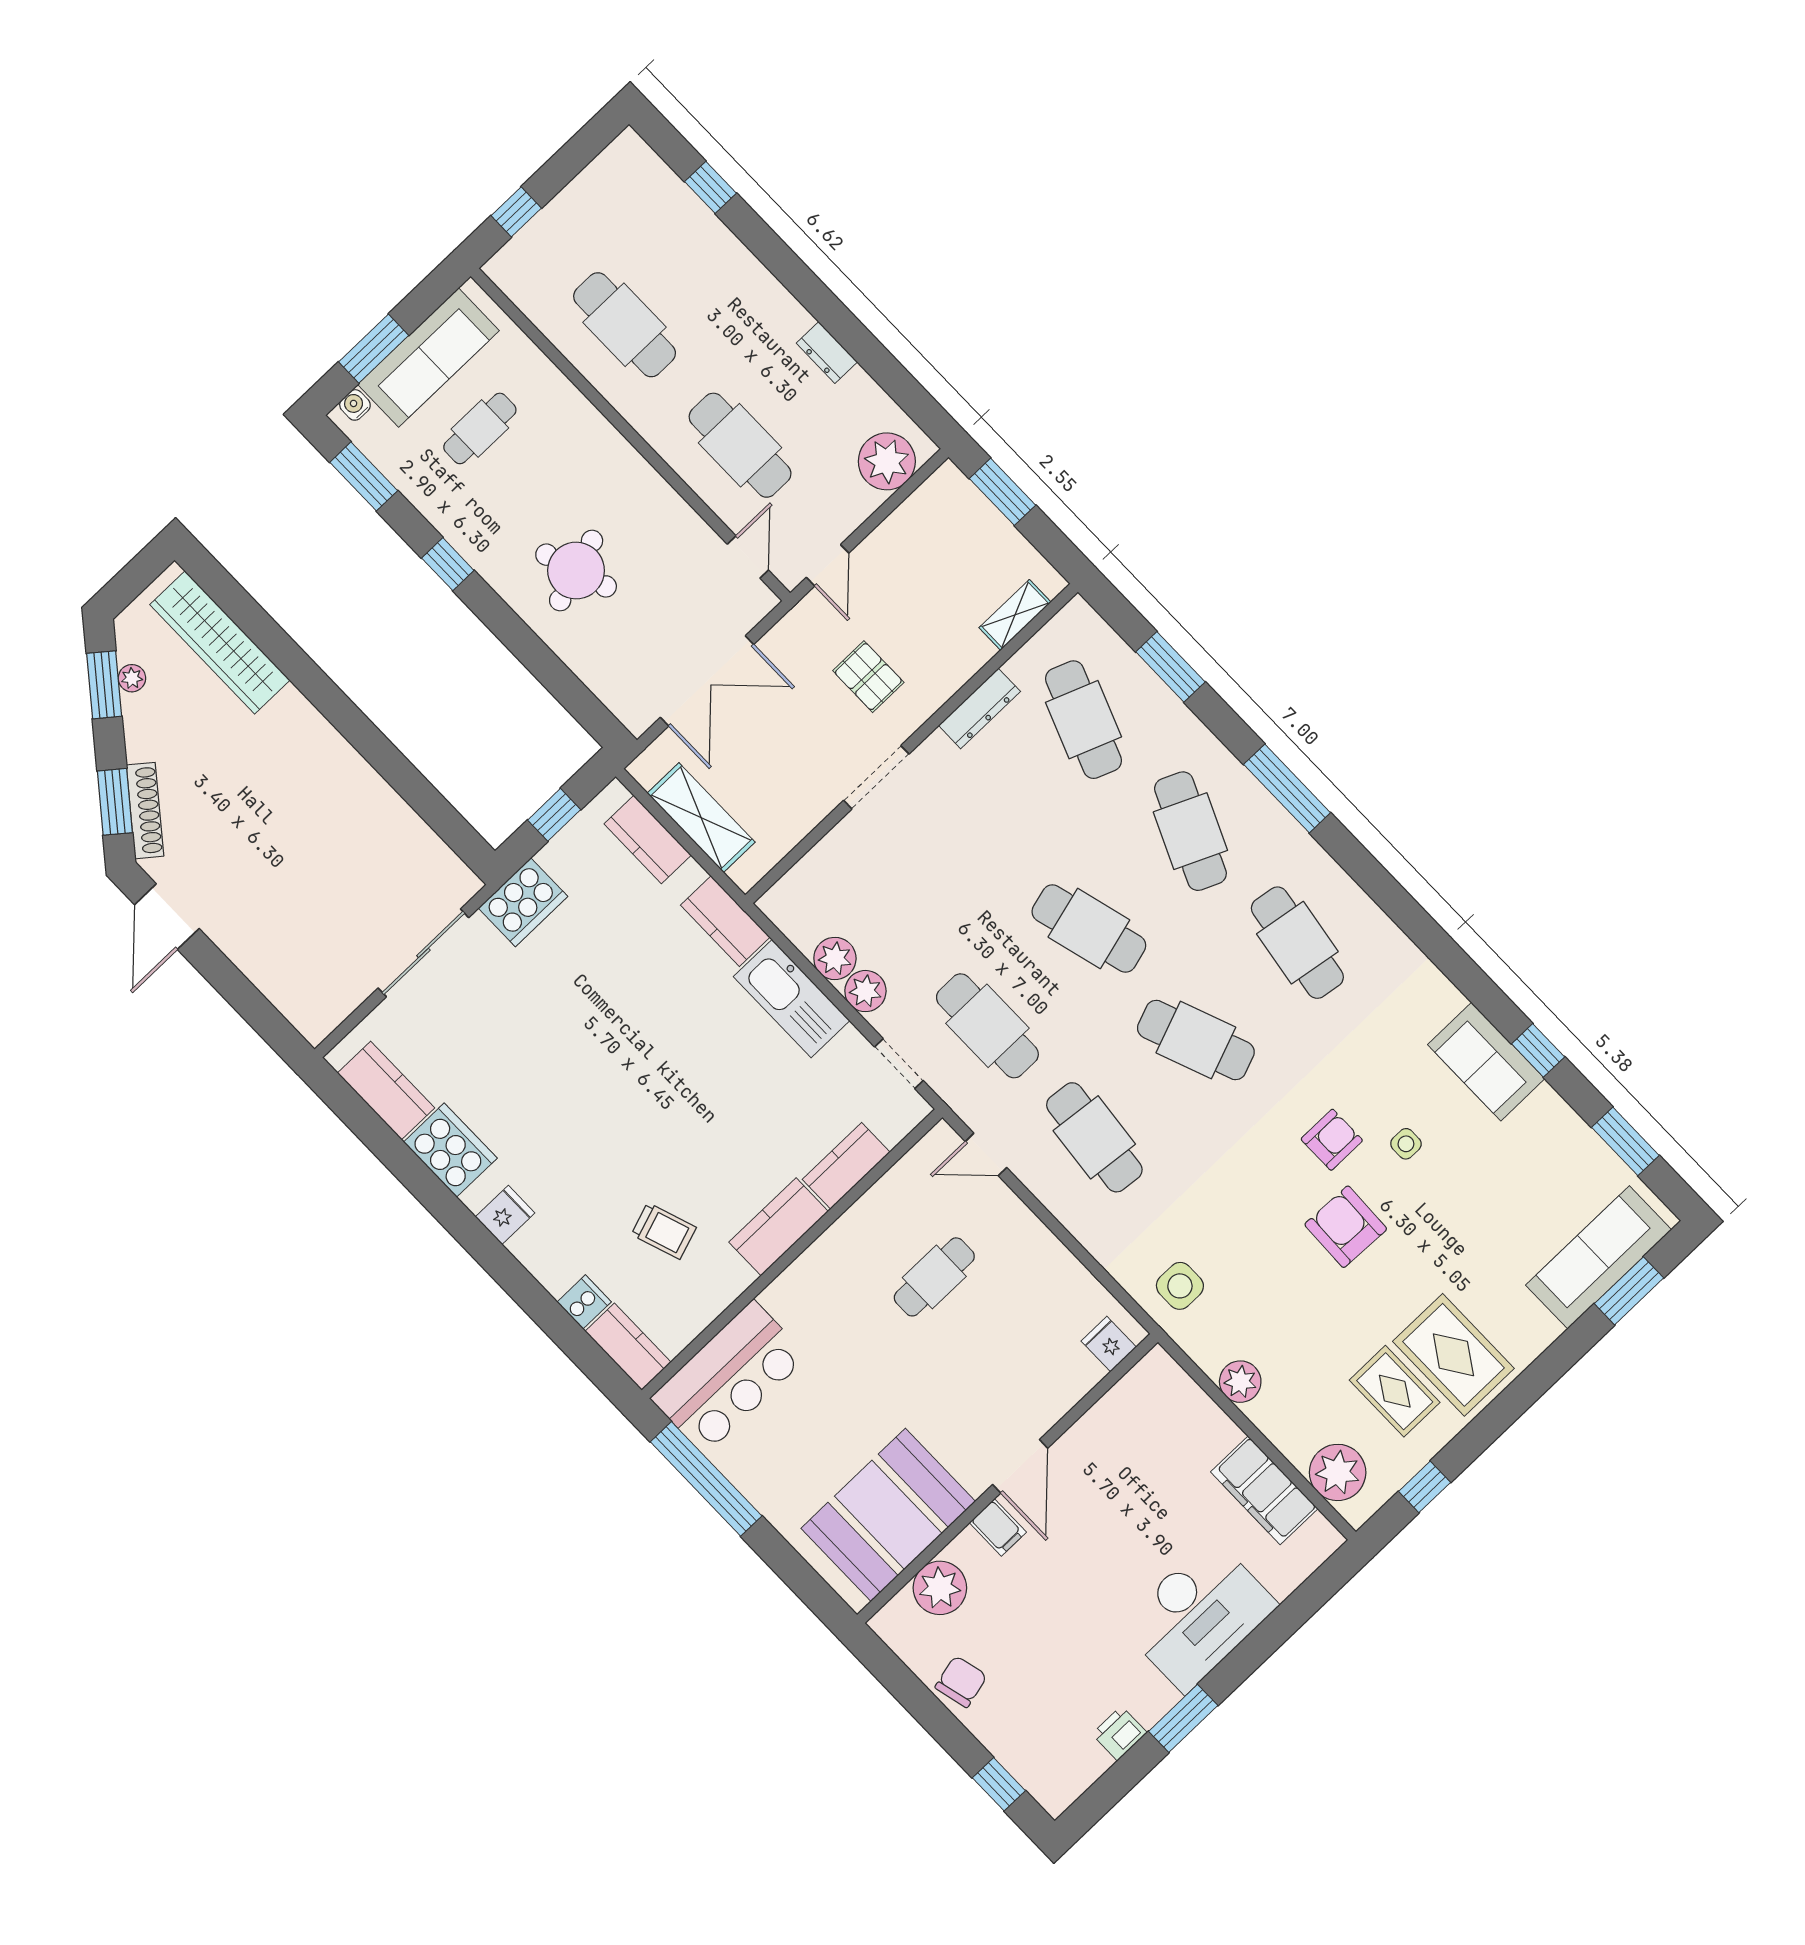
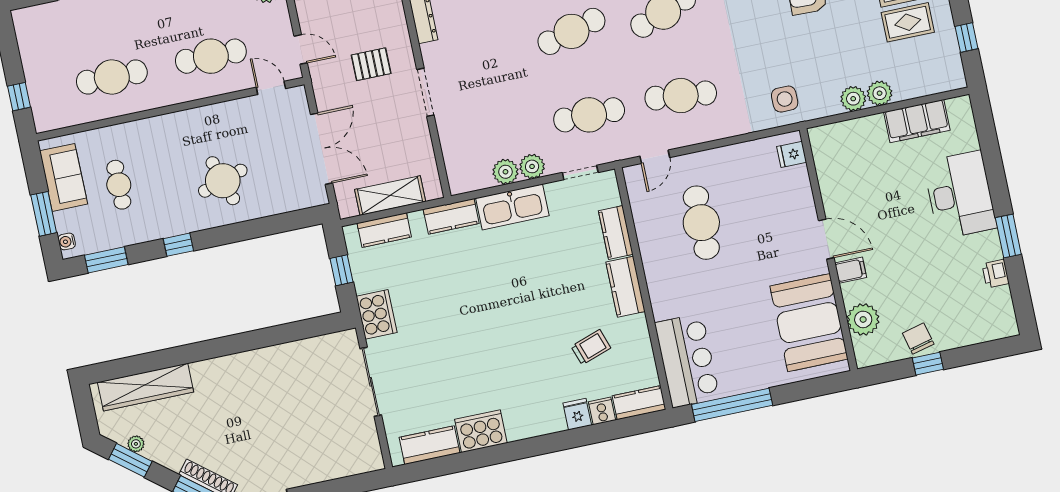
sofa: (428, 358) -> (64, 177), width x0.73
fridge: (505, 1215) -> (577, 414), moved
cafe table: (934, 1277) -> (701, 223), width x1.37, depth x1.35
plant: (1338, 1472) -> (880, 93), moved, width x0.73, depth x0.73
window: (999, 1784) -> (928, 364), moved

